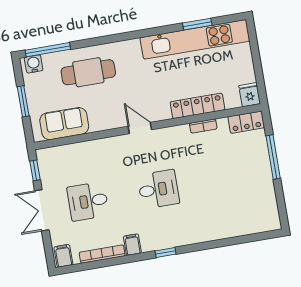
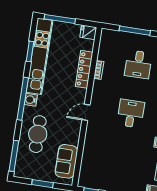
window: (129, 36) -> (23, 99), added
window: (255, 50) -> (60, 19), added
water cooler: (34, 64) -> (31, 100), moved
locker: (246, 122) -> (106, 41), removed
desk: (88, 201) -> (138, 64), moved

